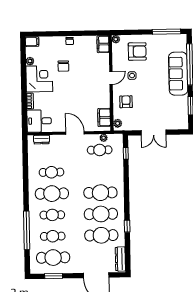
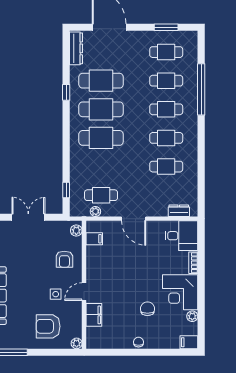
filing cabinet: (103, 44) -> (94, 315), moved
filing cabinet: (104, 117) -> (94, 239), width x0.50
cafe table: (52, 194) -> (166, 138), width x0.73, depth x0.74
cafe table: (53, 258) -> (166, 52), width x0.73, depth x0.74

